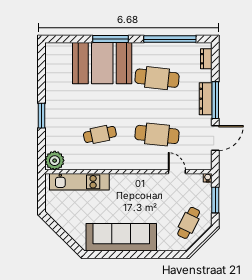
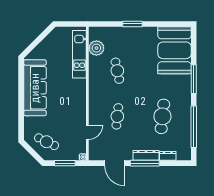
dresser: (206, 59) -> (168, 156), moved
booth: (102, 63) -> (174, 50), moved
cafe table: (157, 134) -> (117, 116), width x0.73, depth x0.74
plant: (55, 161) -> (96, 48), moved

